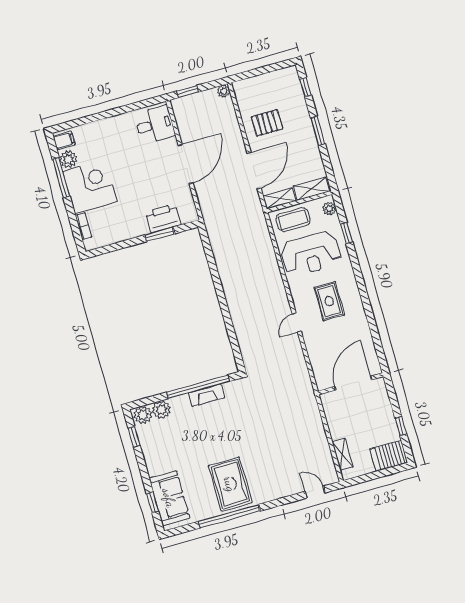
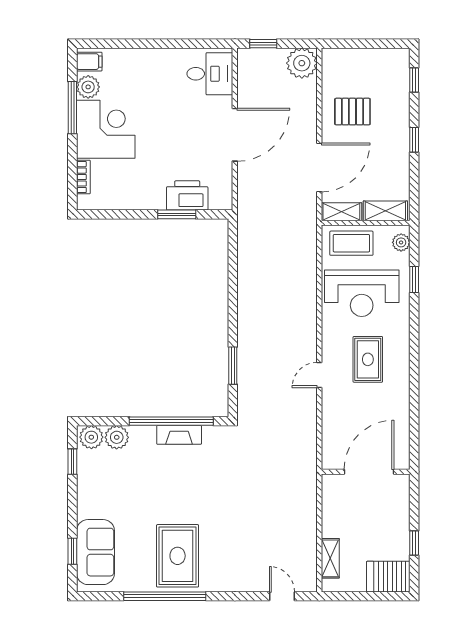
plant: (224, 91) -> (302, 63), width x1.87, depth x1.87
window: (318, 131) -> (414, 140), width x0.67
window: (232, 333) -> (233, 366), added

